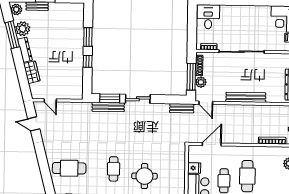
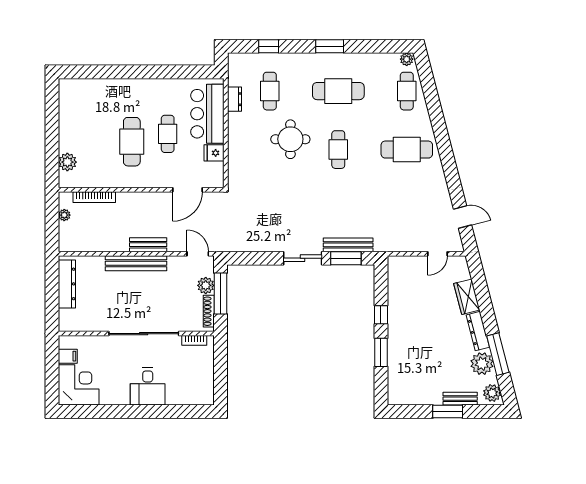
desk: (208, 17) -> (148, 387), moved
door: (50, 100) -> (438, 254), swing flipped
bench: (182, 108) -> (148, 245), moved

